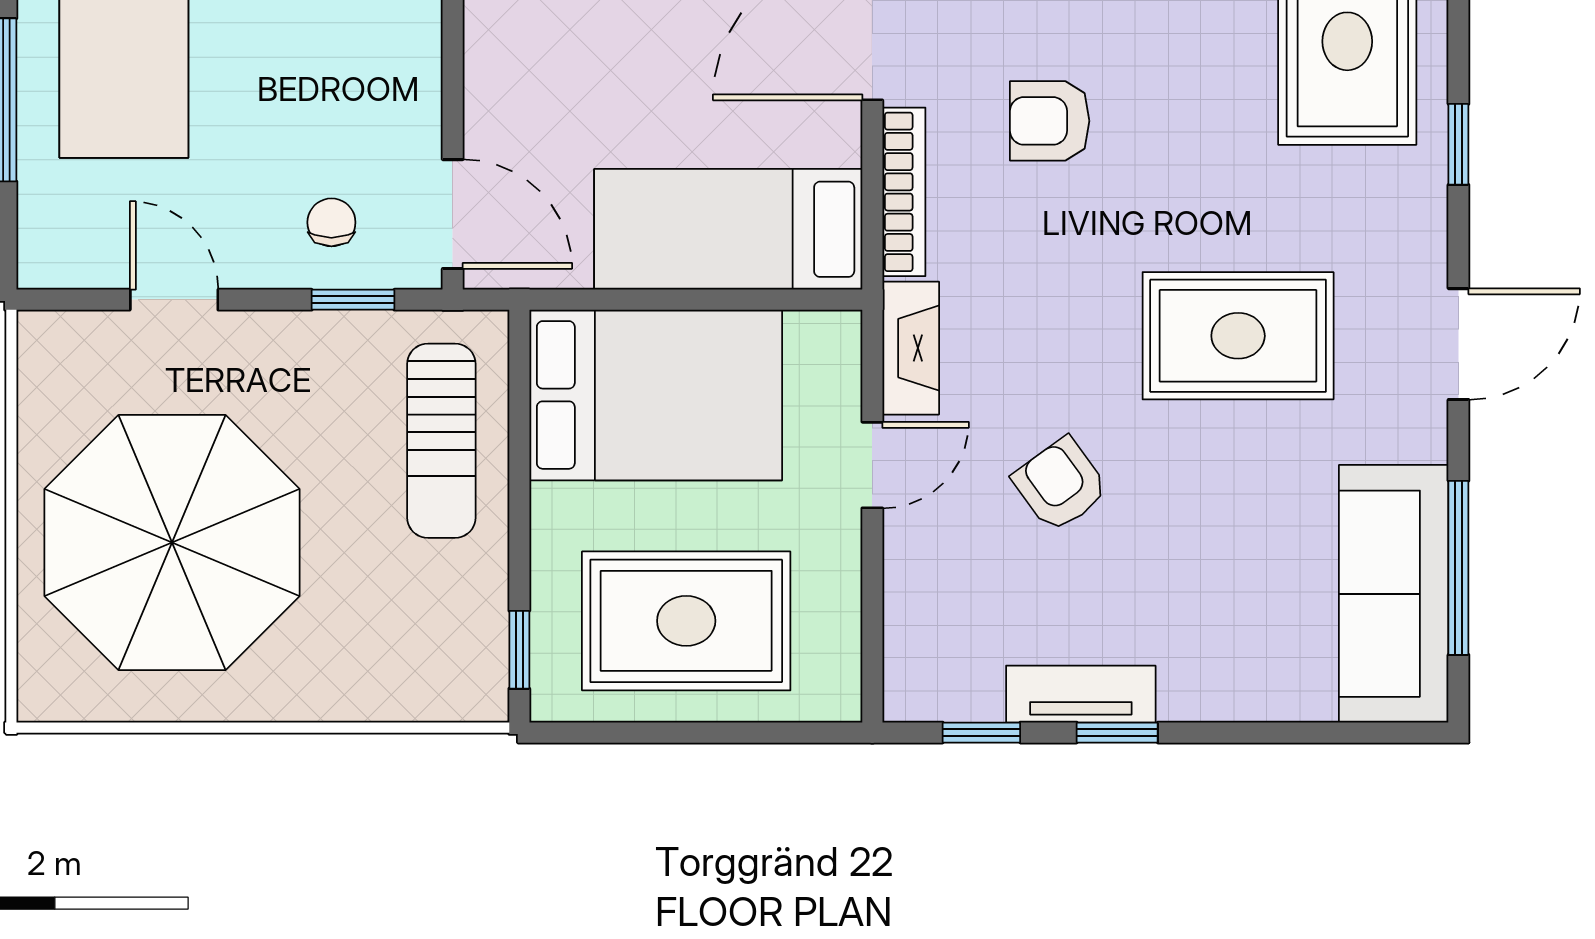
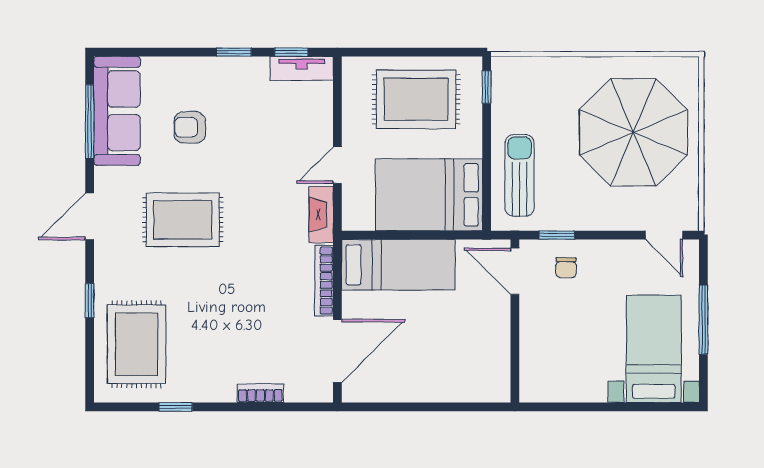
armchair: (1050, 121) -> (262, 311), removed
door: (174, 300) -> (664, 235), moved
armchair: (1060, 485) -> (190, 127), moved, turned 126
tv unit: (1081, 694) -> (302, 68), moved

